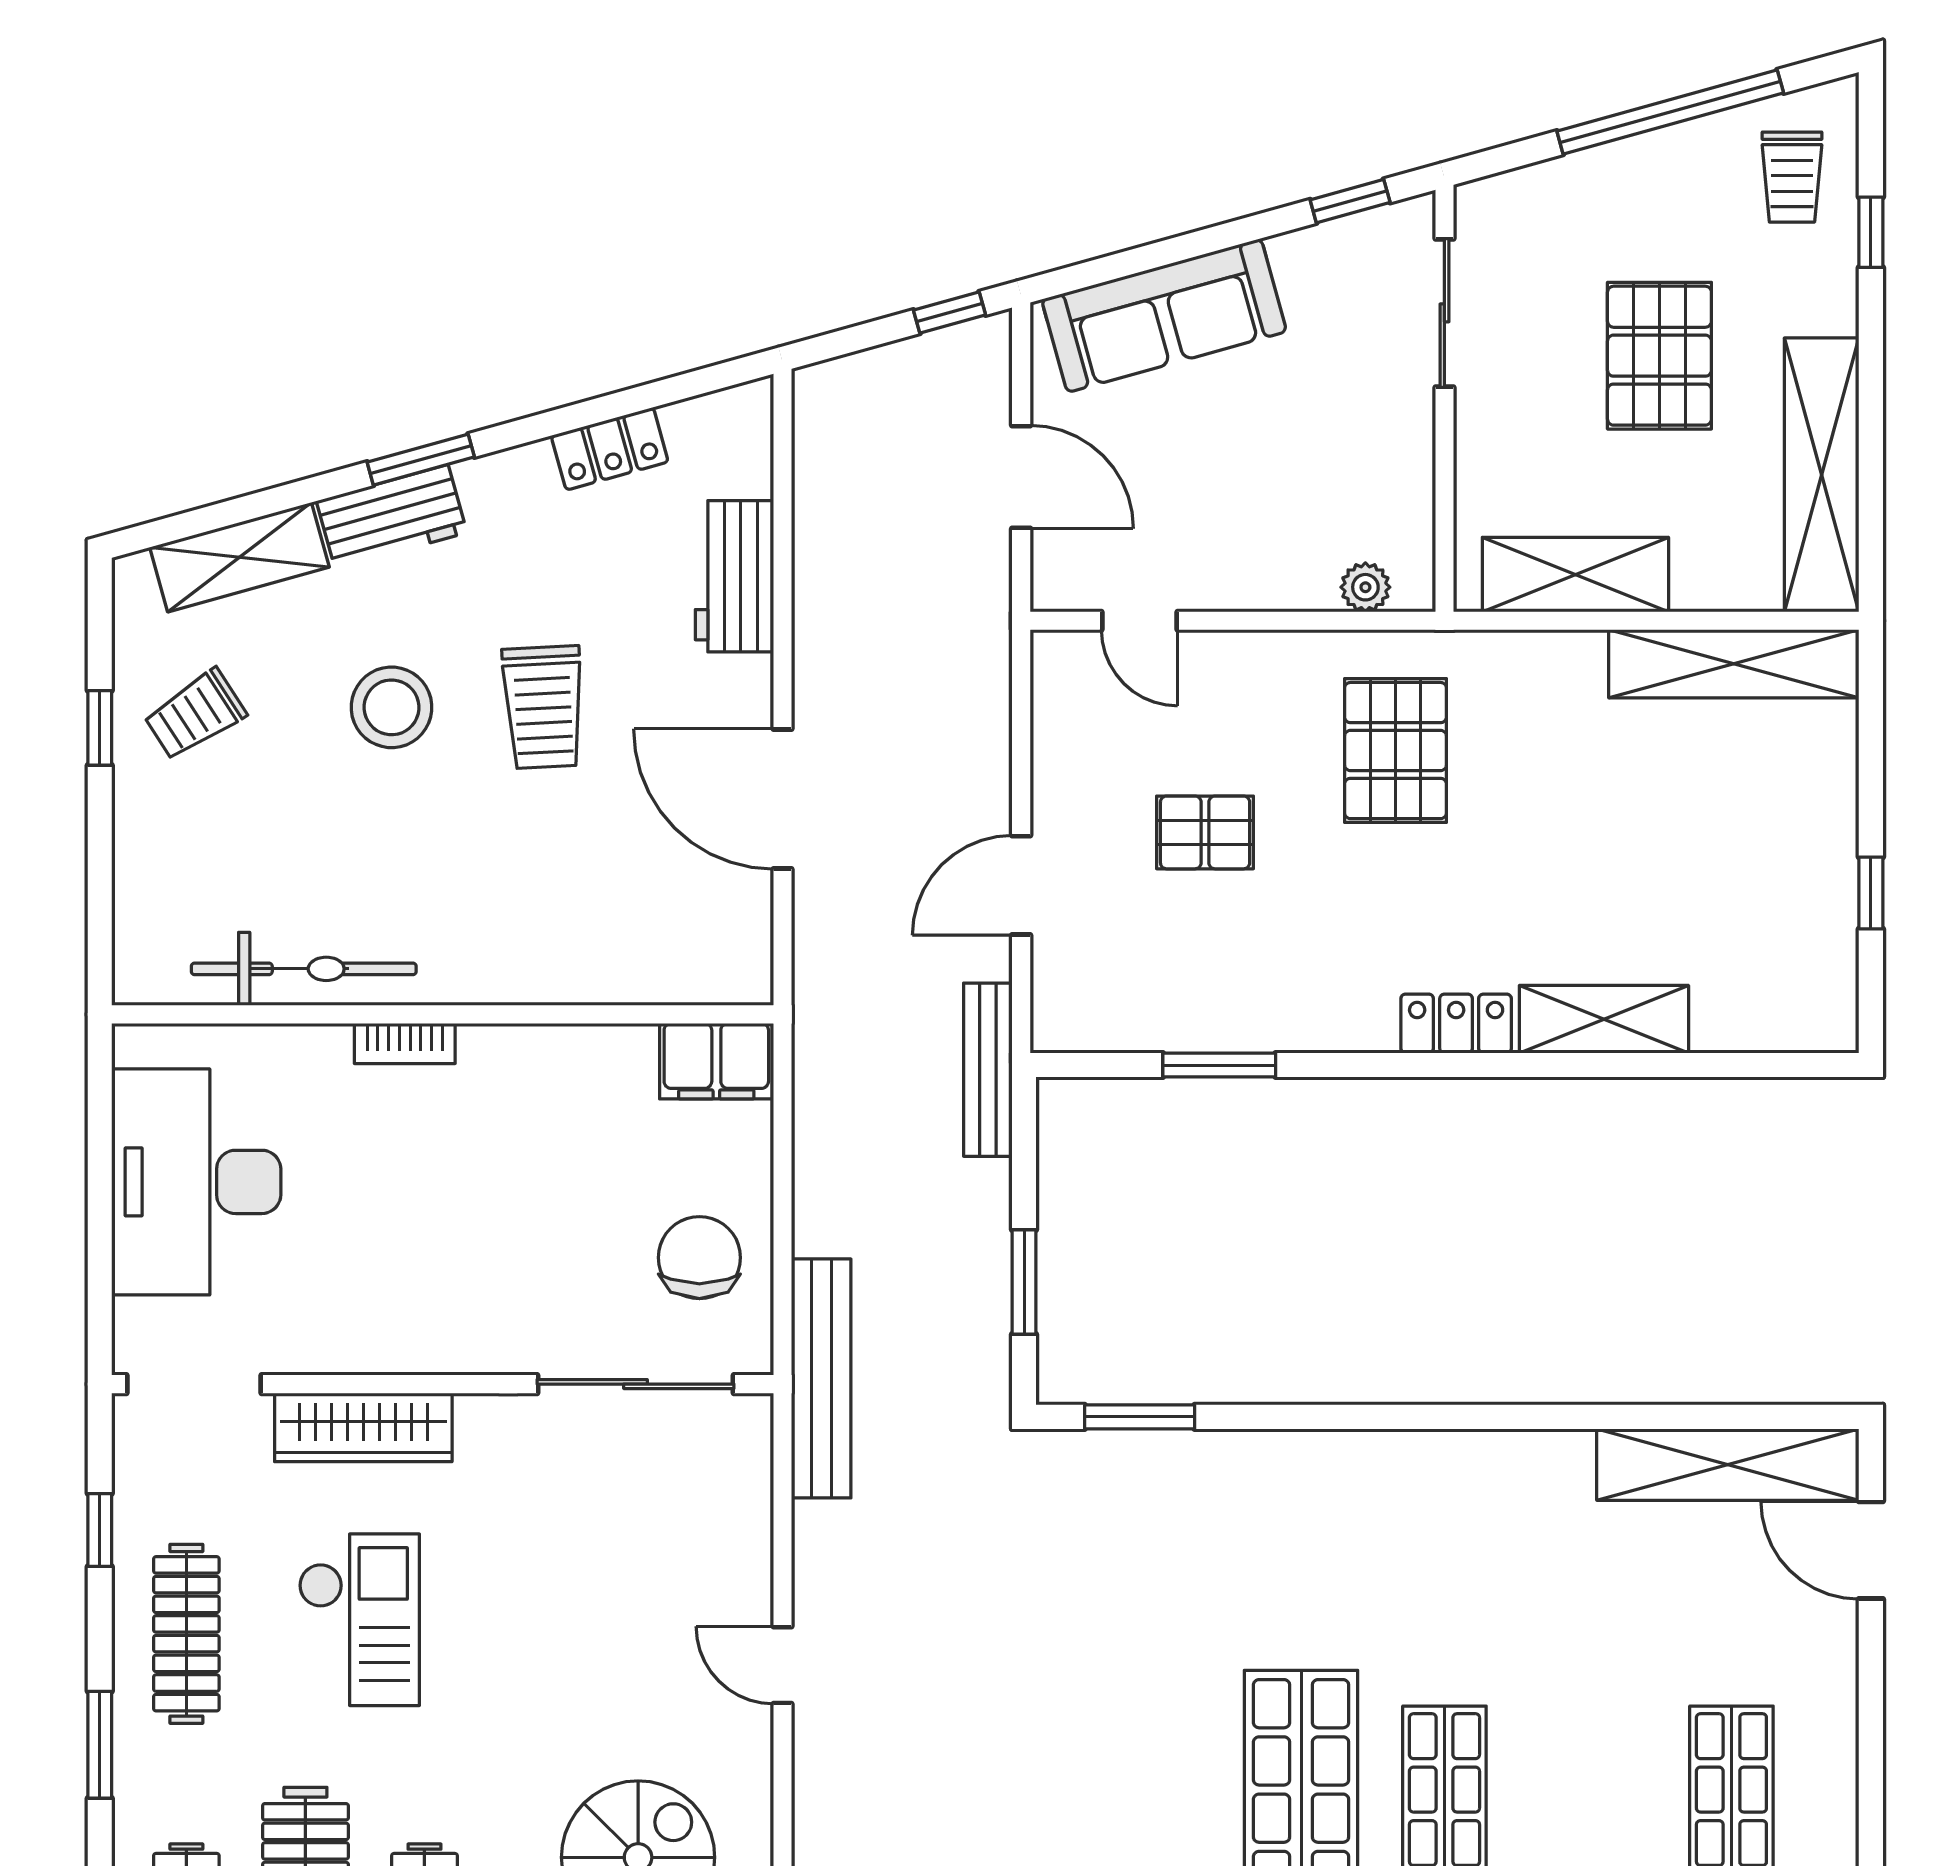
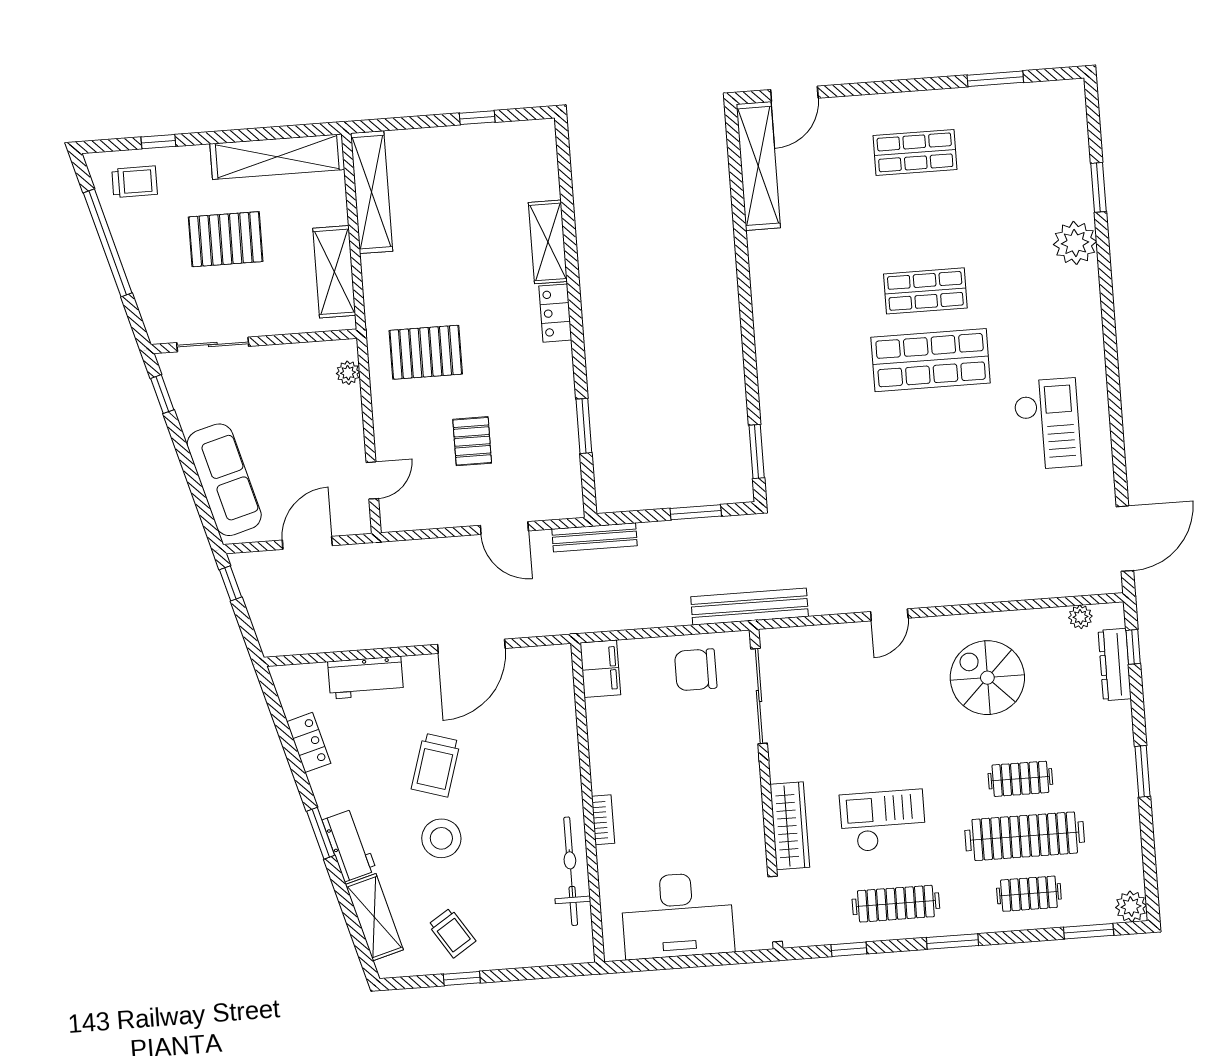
trolley: (543, 707) -> (436, 765), turned 110

